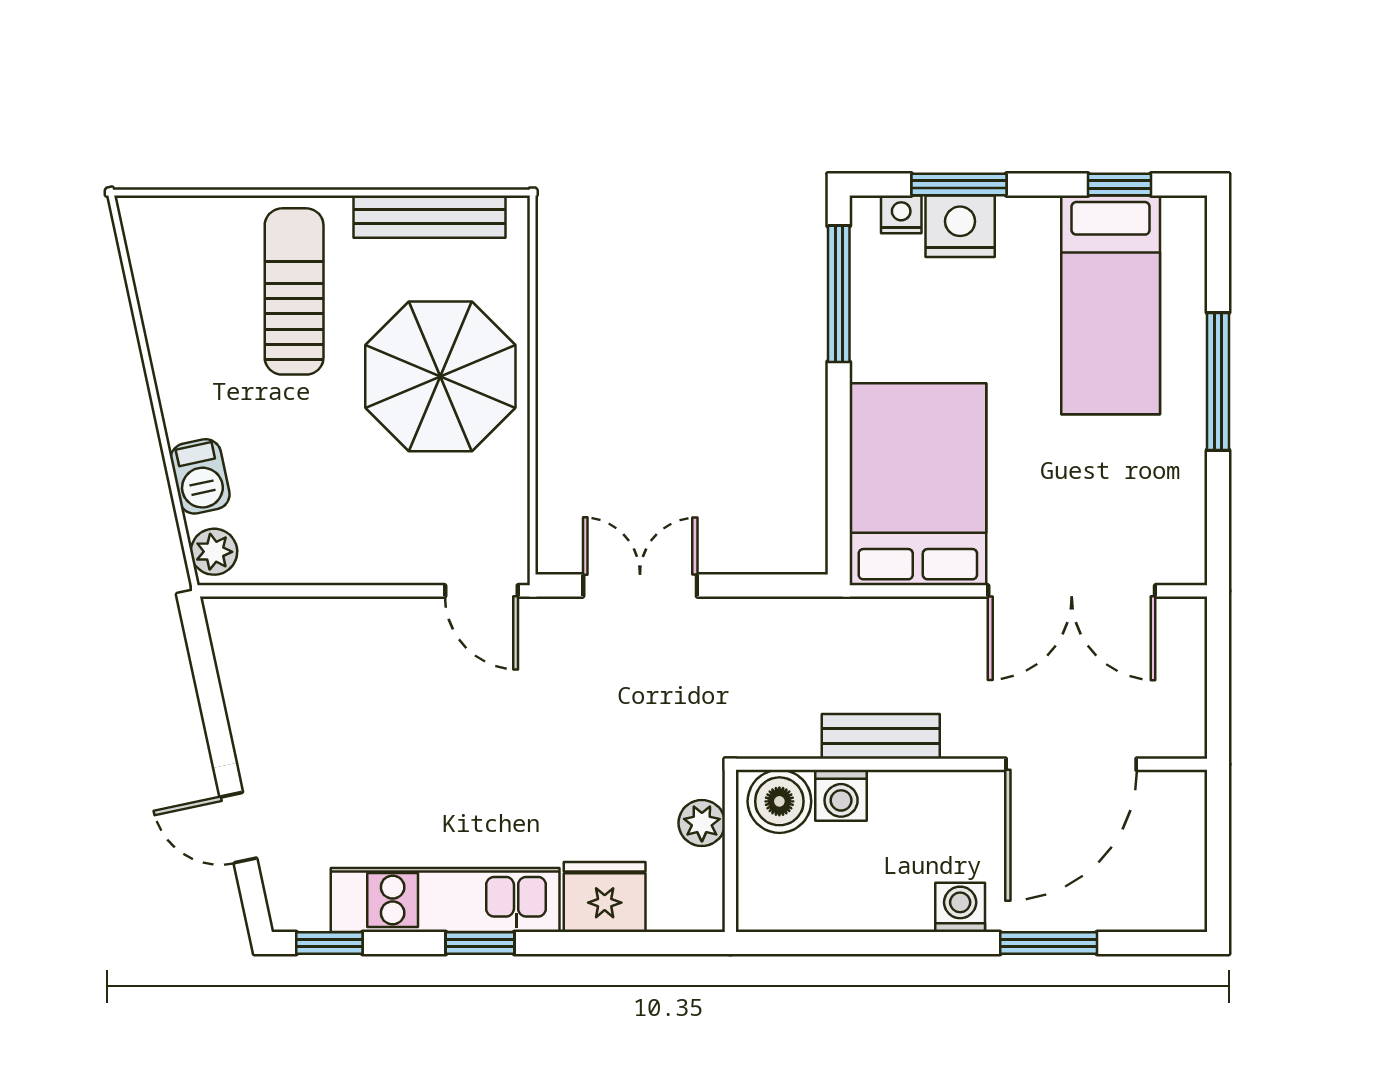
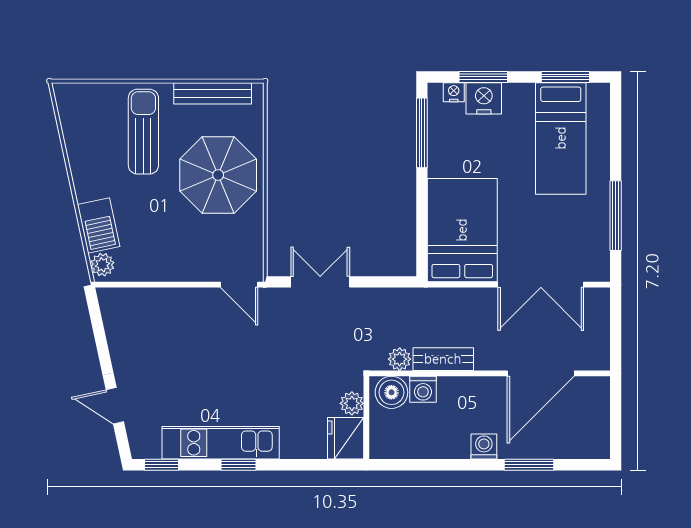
window: (1119, 184) -> (565, 77), width x1.50
window: (1218, 381) -> (616, 216), moved
barbecue: (200, 476) -> (99, 225), width x1.38, depth x1.27
plant: (795, 736) -> (400, 359), added
fridge: (605, 897) -> (346, 438), moved, turned -90

